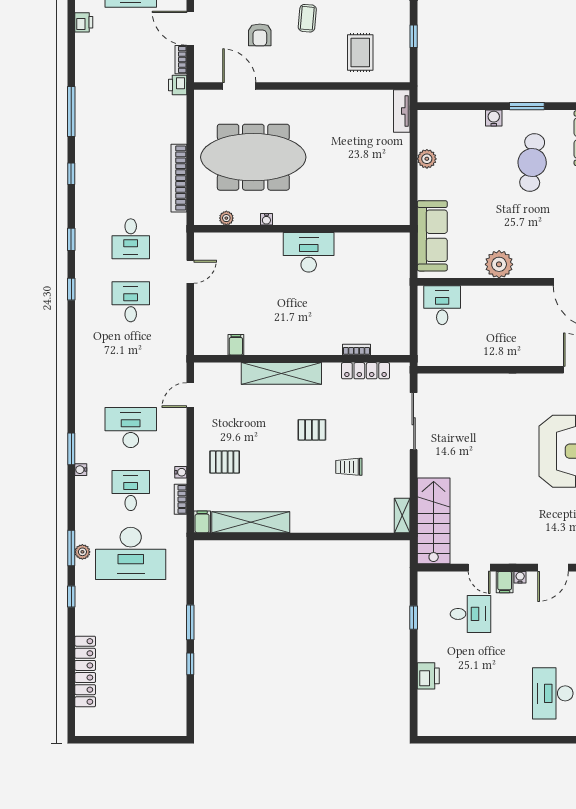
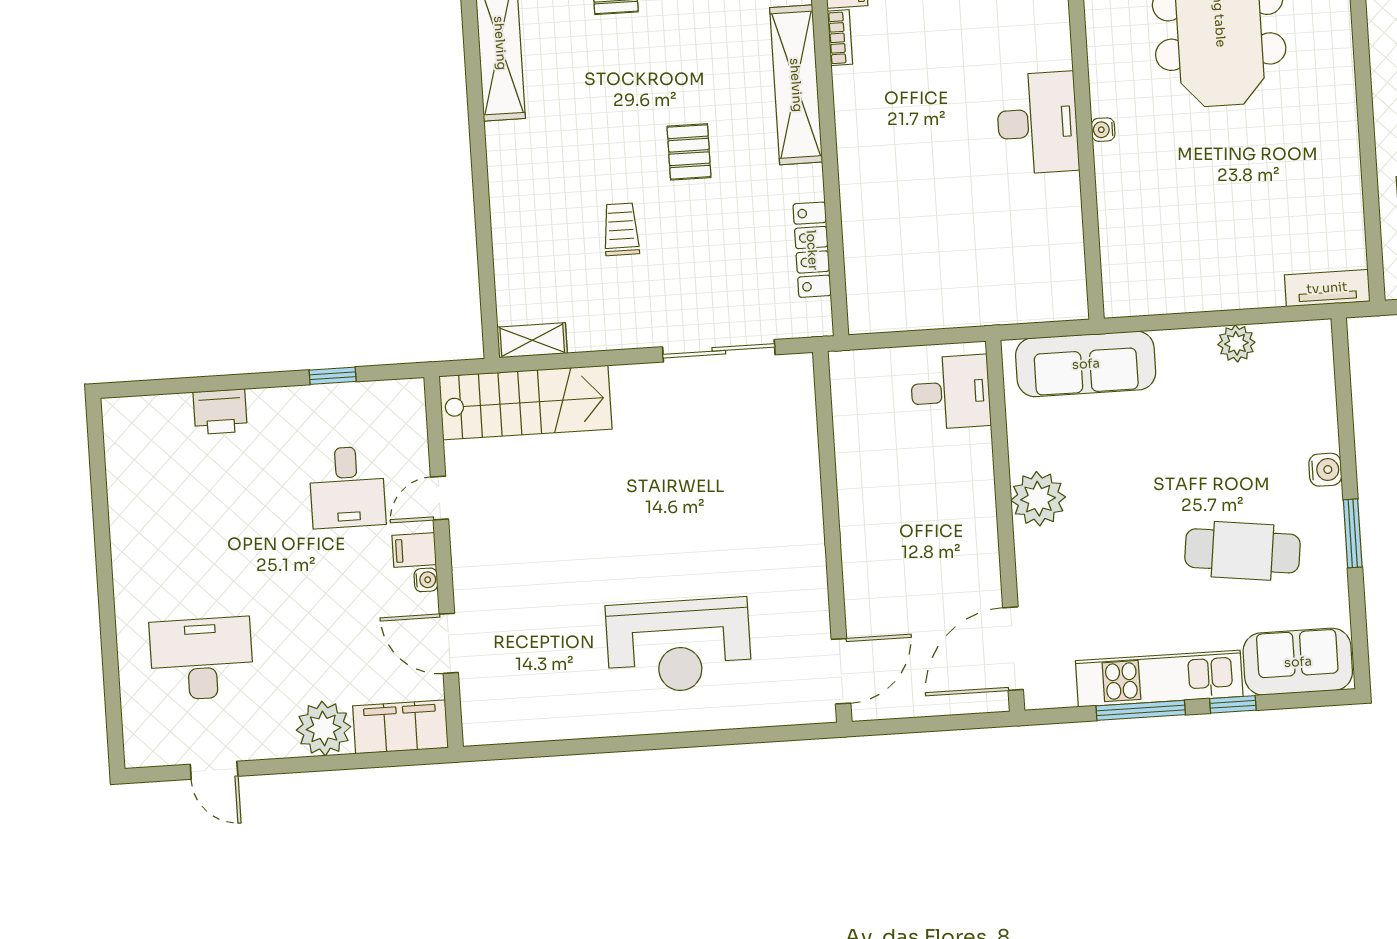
water cooler: (266, 219) -> (1103, 130), moved
bookcase: (356, 350) -> (840, 38), moved

